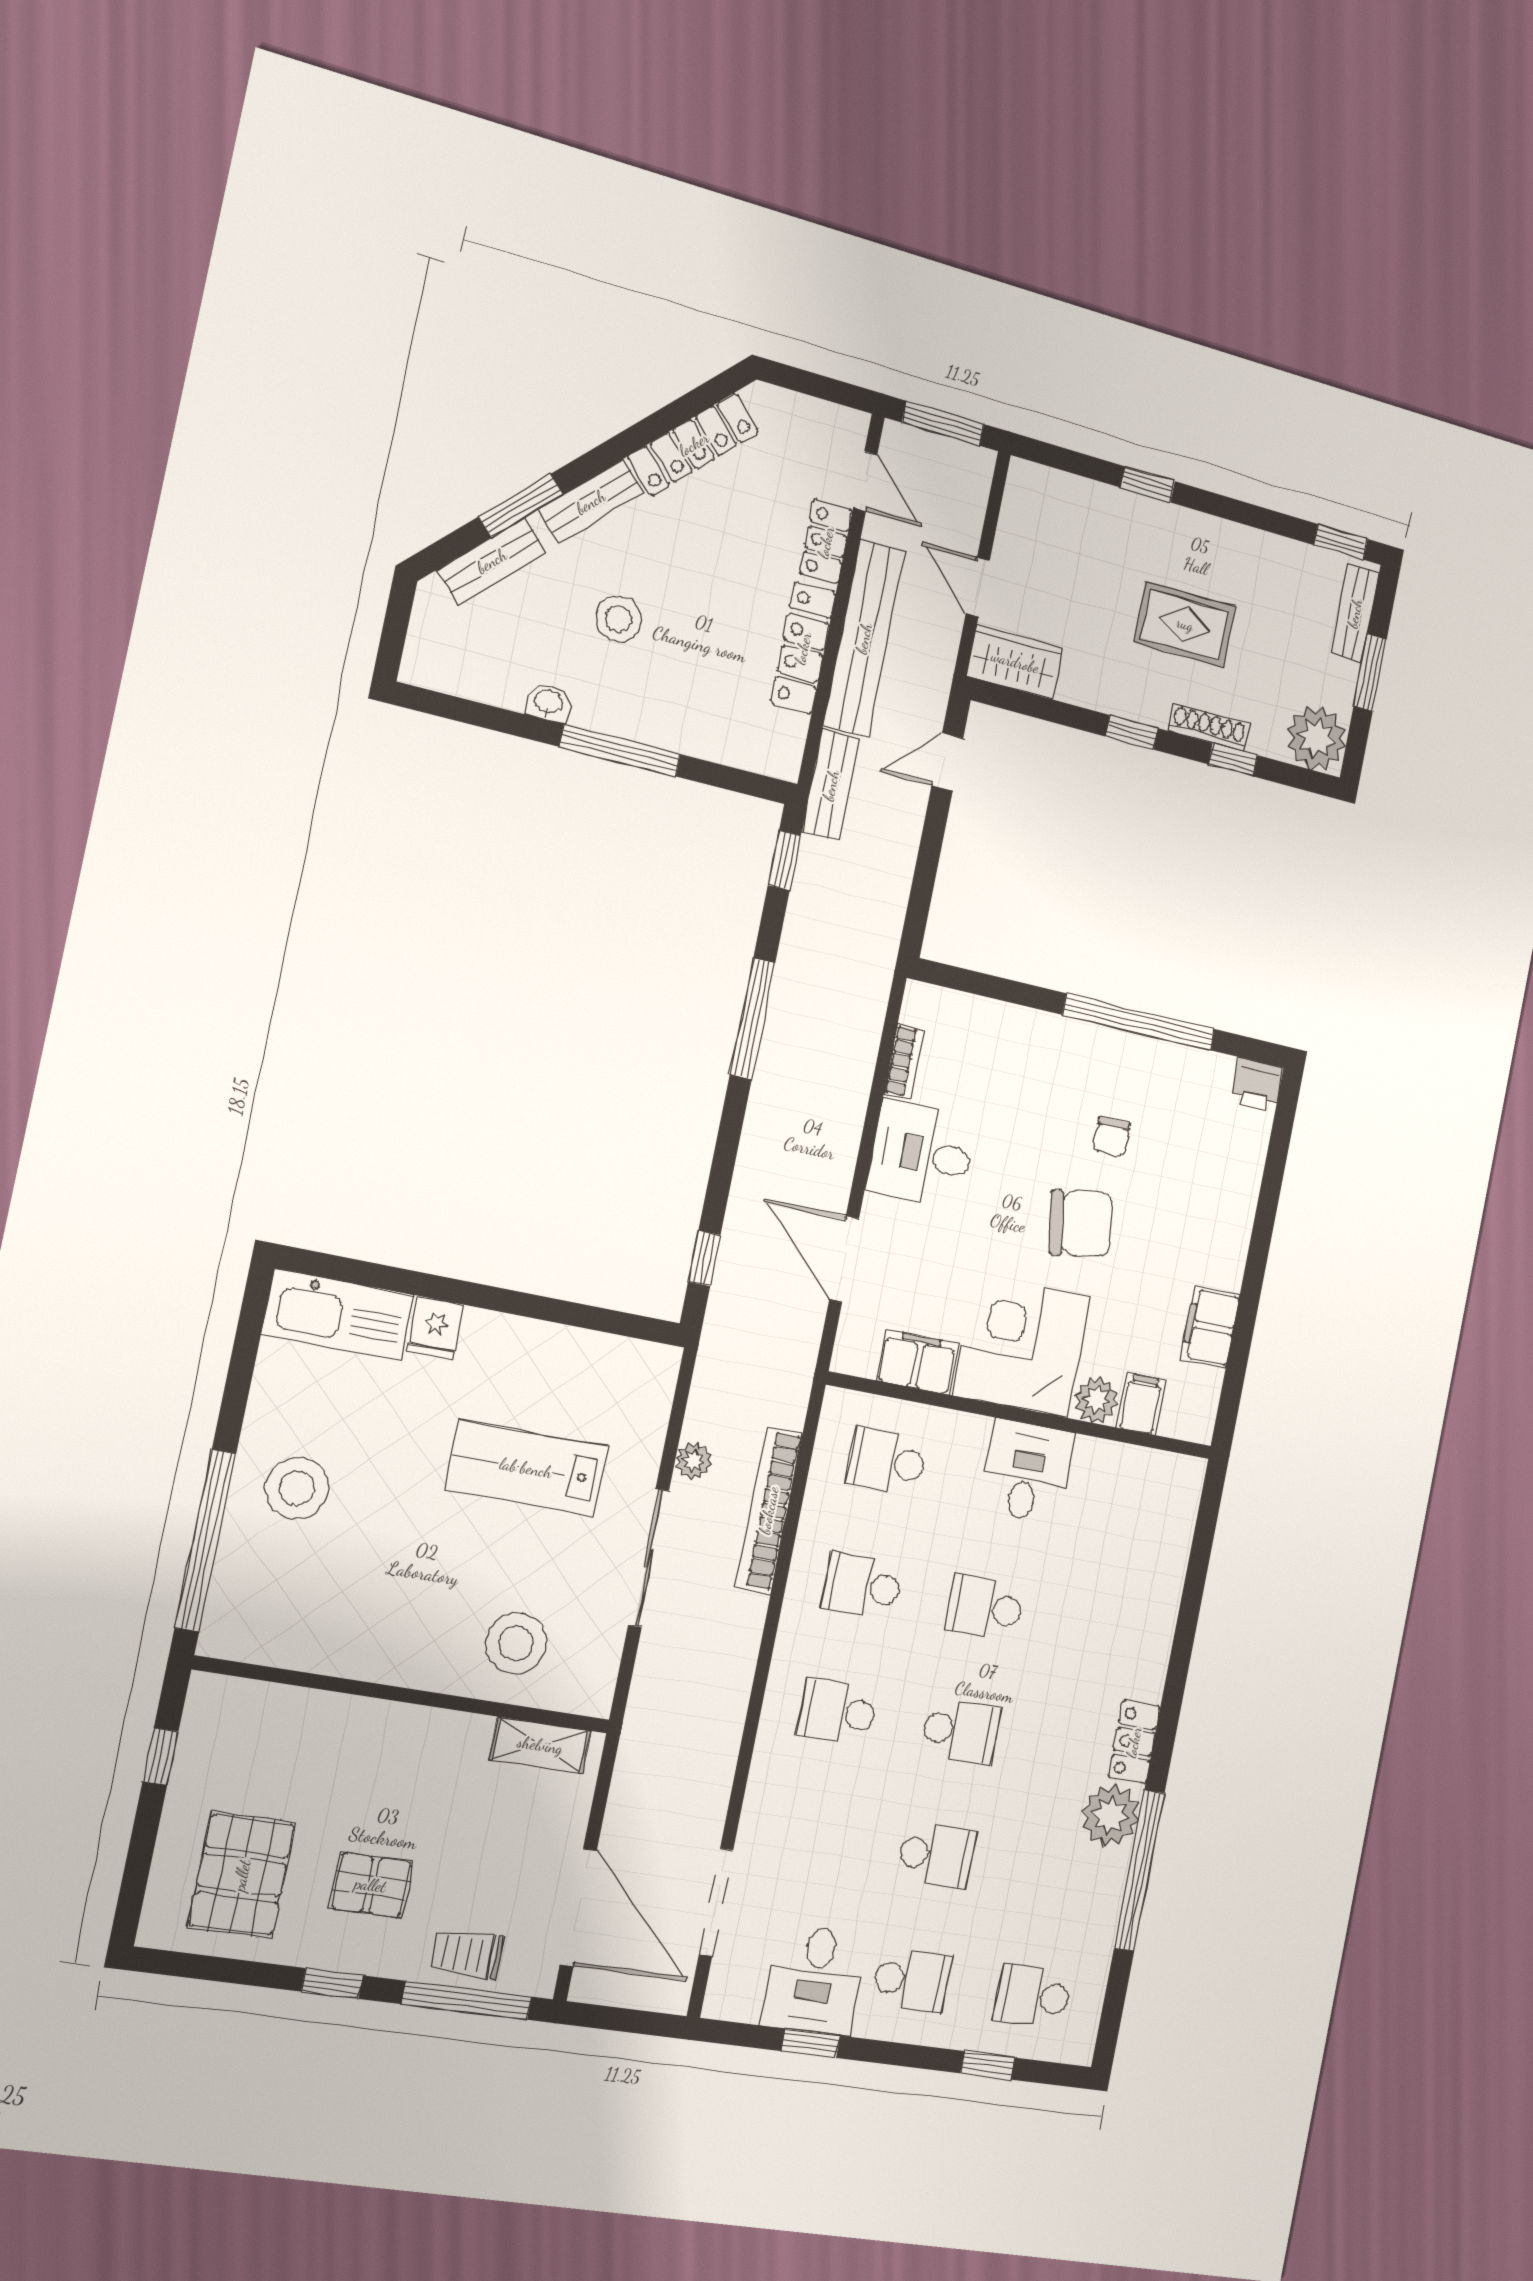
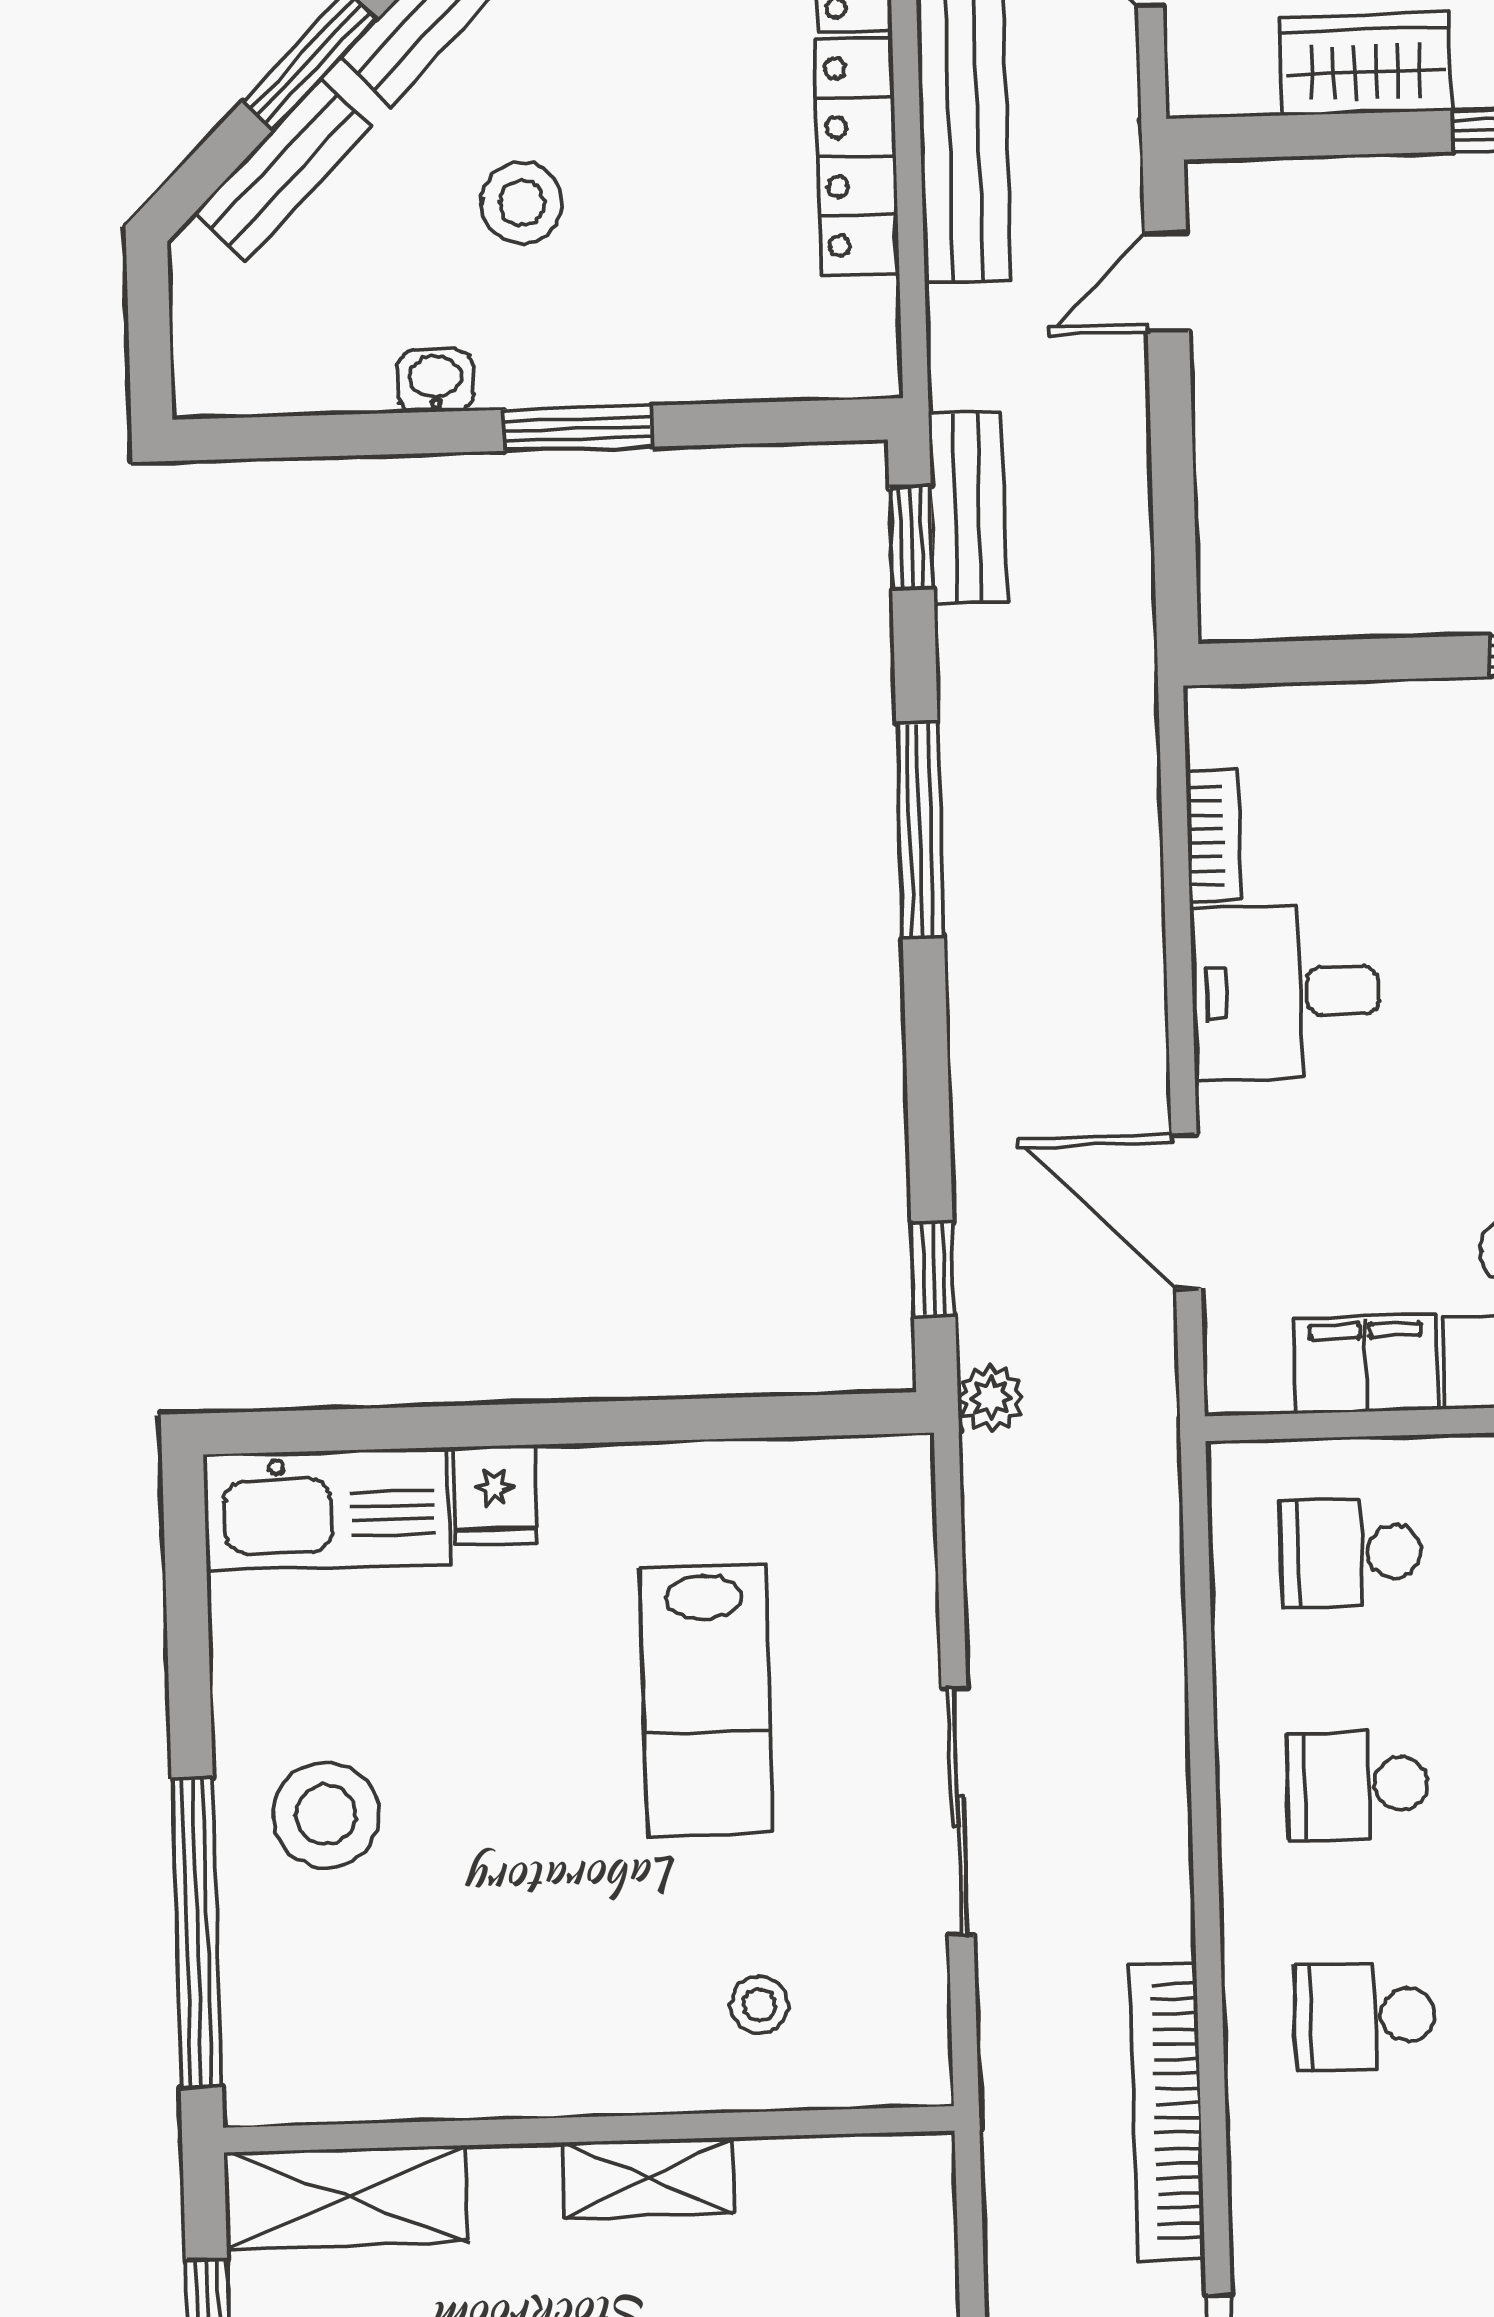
wardrobe: (1015, 662) -> (1365, 64), moved
window: (620, 751) -> (577, 428), width x0.69
bench: (831, 785) -> (967, 508), moved
plant: (694, 1461) -> (991, 1398), moved
lab bench: (526, 1468) -> (706, 1700), turned -90
bookcase: (769, 1510) -> (1167, 2111), moved
stool: (516, 1643) -> (759, 2005), width x0.53, depth x0.53
shelving: (256, 1708) -> (346, 2197), added
shelving: (540, 1745) -> (648, 2178), moved

